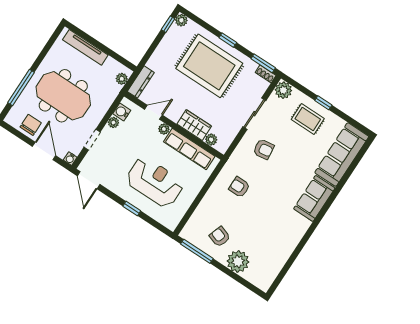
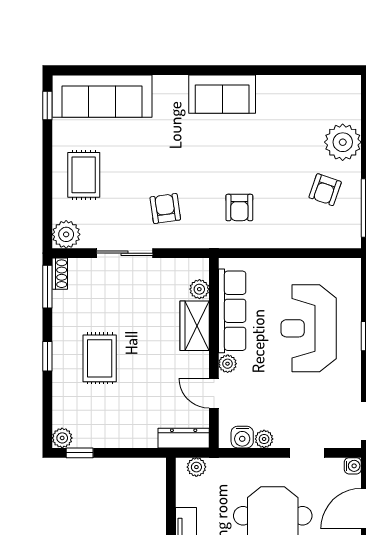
rug: (209, 66) -> (100, 358), width x0.54, depth x0.49
window: (323, 103) -> (47, 106), moved
sofa: (314, 198) -> (222, 94), moved

